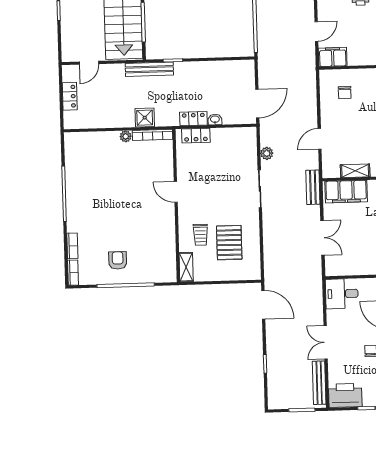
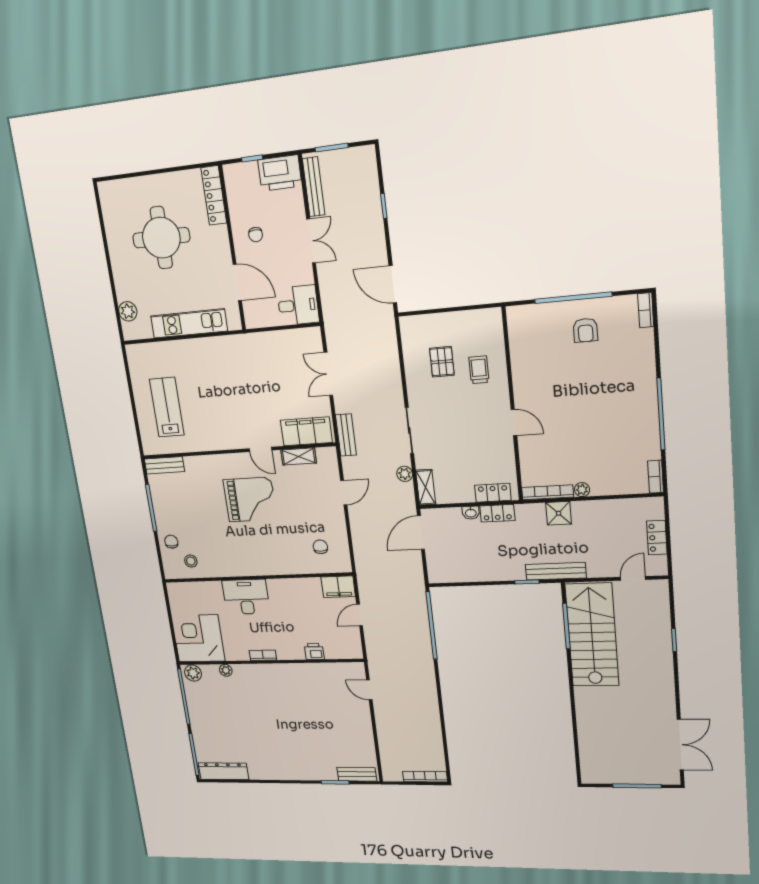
pallet: (229, 243) -> (442, 362), width x0.67, depth x0.71
bookcase: (72, 246) -> (656, 477), moved
shelving: (186, 267) -> (426, 487), moved

